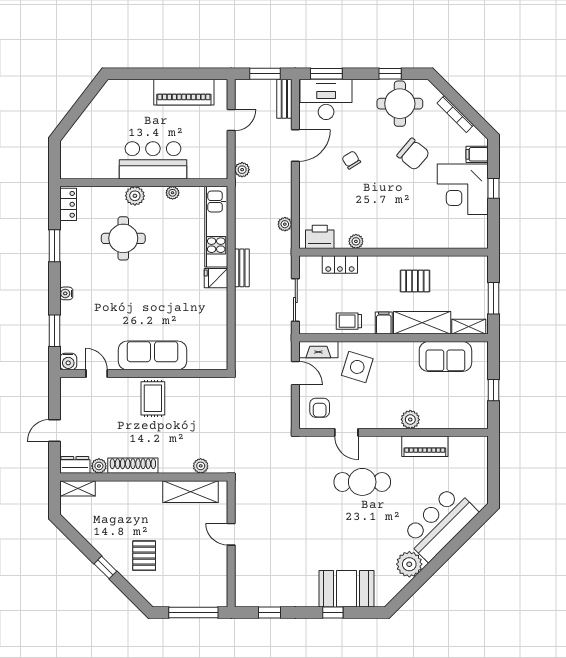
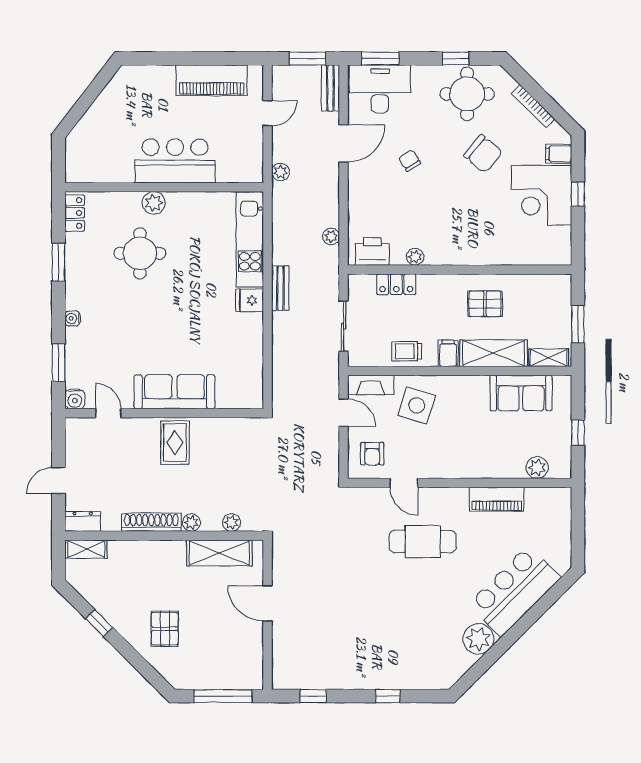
plant: (173, 193) -> (198, 199), removed
plant: (410, 420) -> (537, 468), moved
plant: (99, 466) -> (191, 523), moved
door: (231, 534) -> (268, 603), width x1.37
window: (105, 567) -> (99, 623), moved
booth: (346, 589) -> (404, 668), removed

